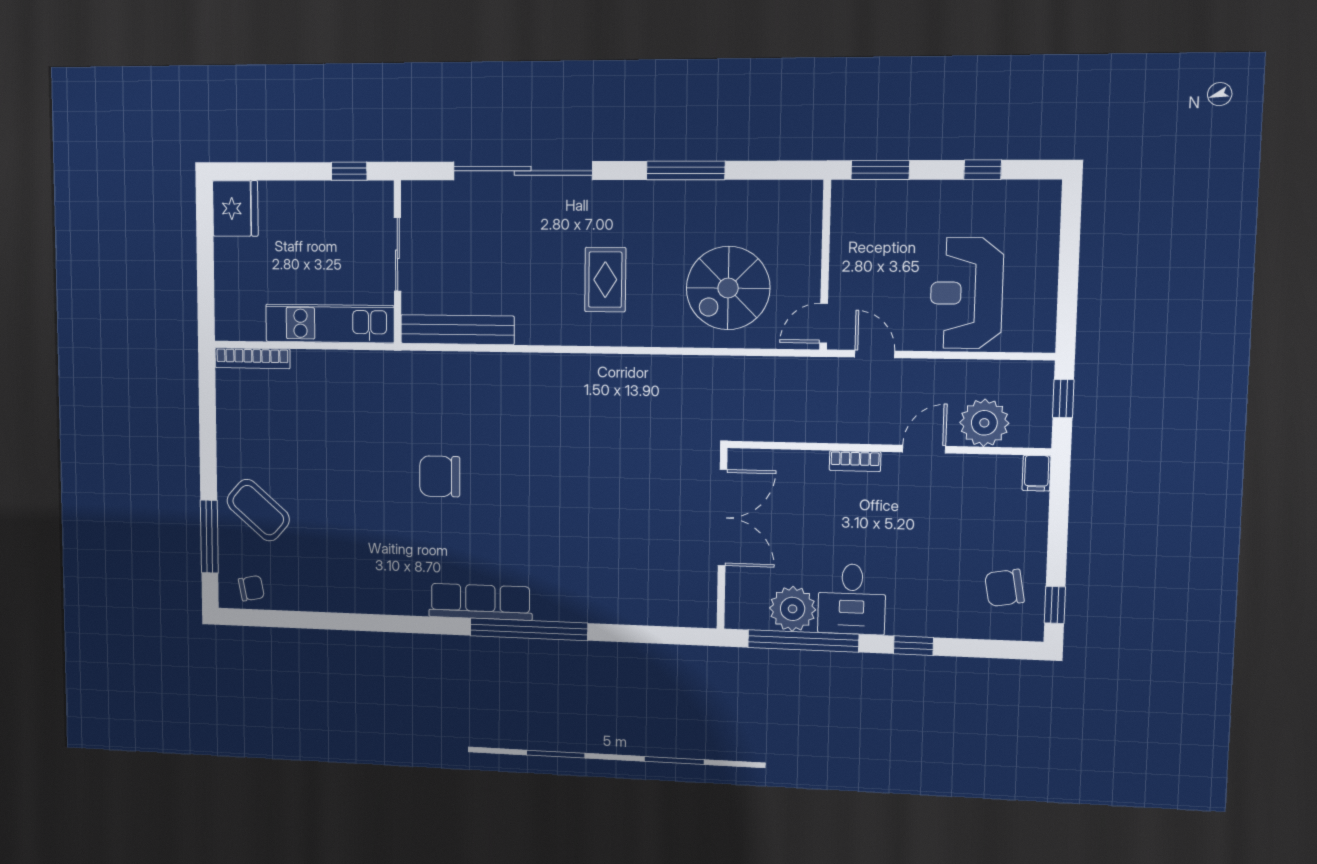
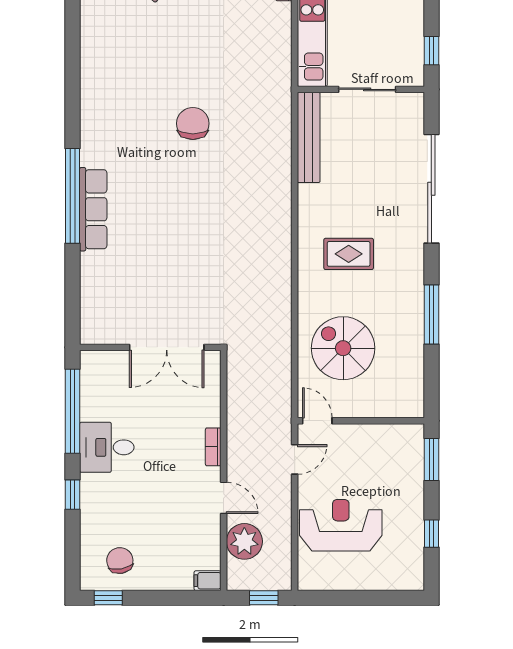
row of seats: (480, 602) -> (93, 209), moved
plant: (793, 609) -> (97, 403), removed

